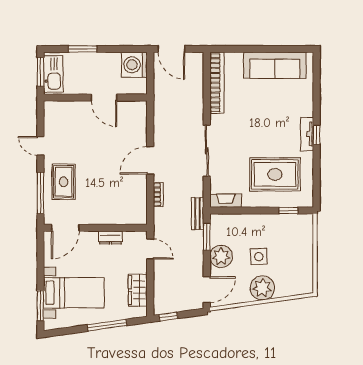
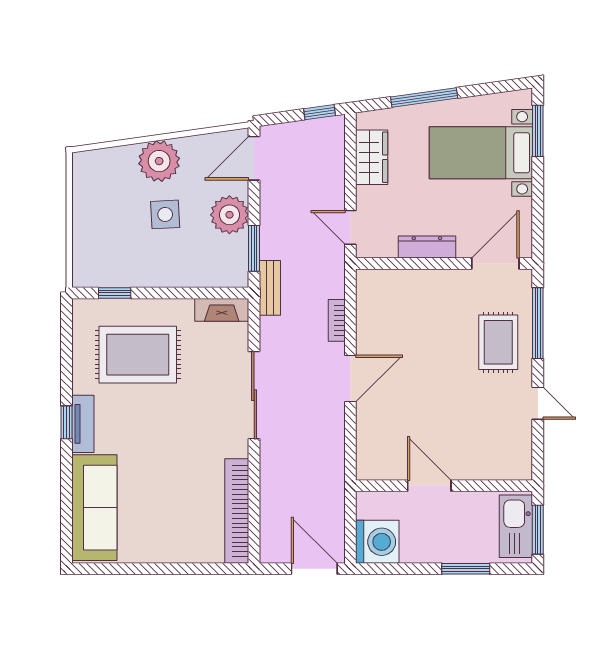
sofa: (275, 65) -> (94, 508), moved, turned 90
dresser: (111, 238) -> (427, 247), width x1.44

